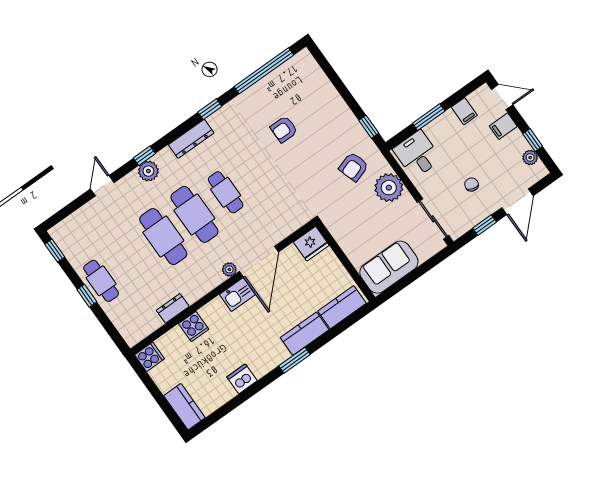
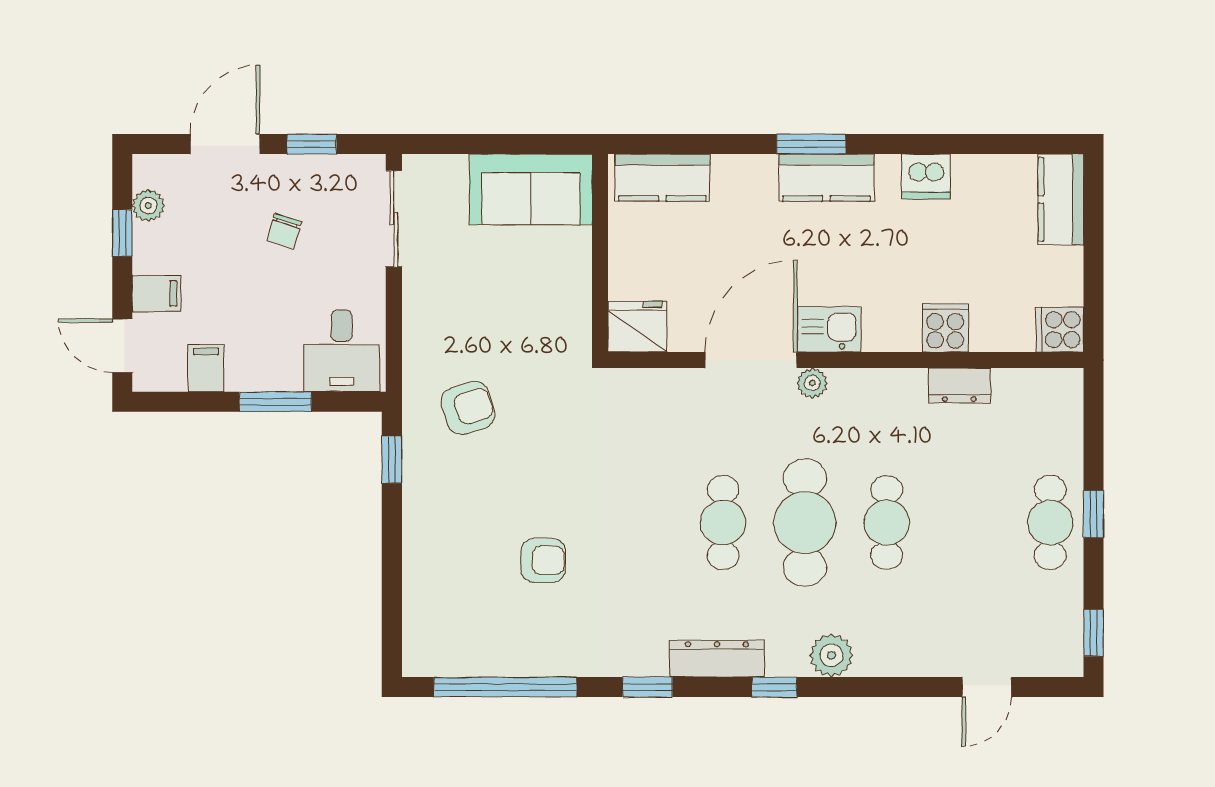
window: (144, 156) -> (775, 687), moved
door: (102, 186) -> (987, 687), moved
plant: (389, 188) -> (432, 328), removed
cafe table: (163, 237) -> (887, 523), width x0.73, depth x0.74
kitchen counter: (305, 334) -> (826, 178), moved

